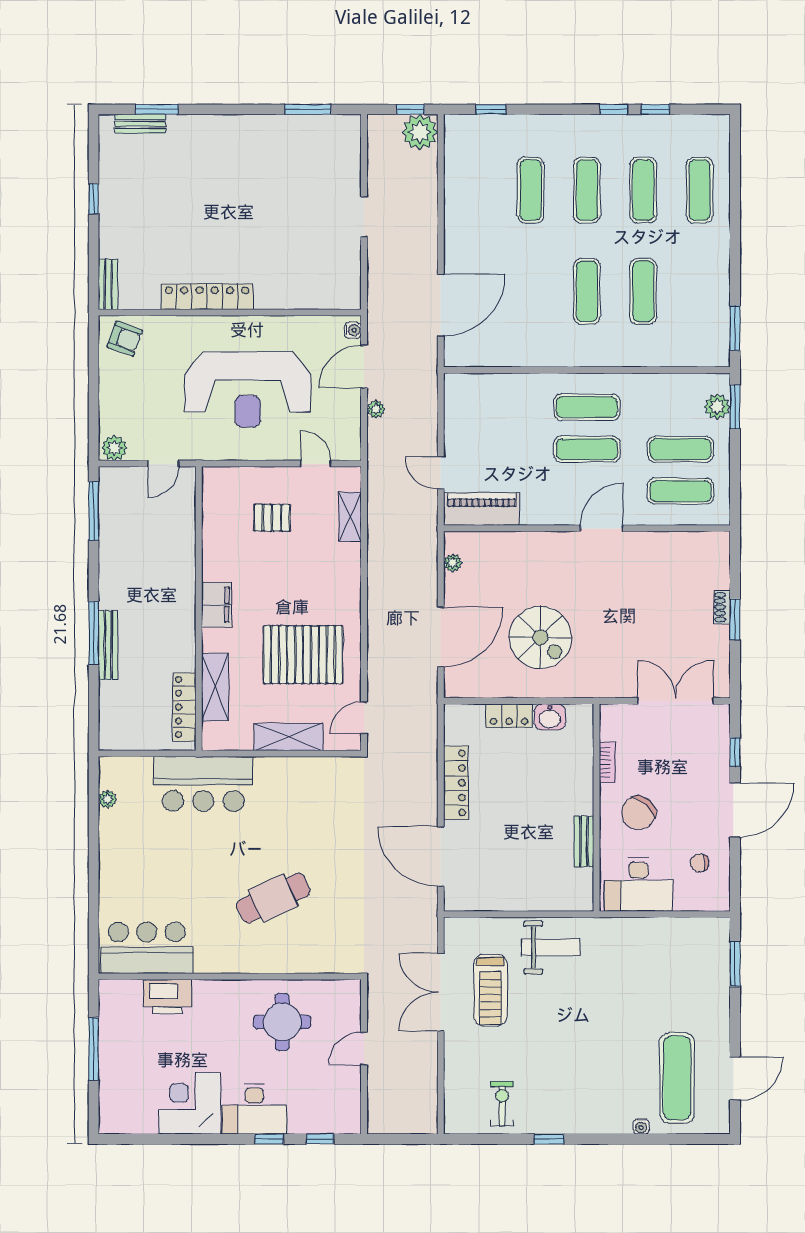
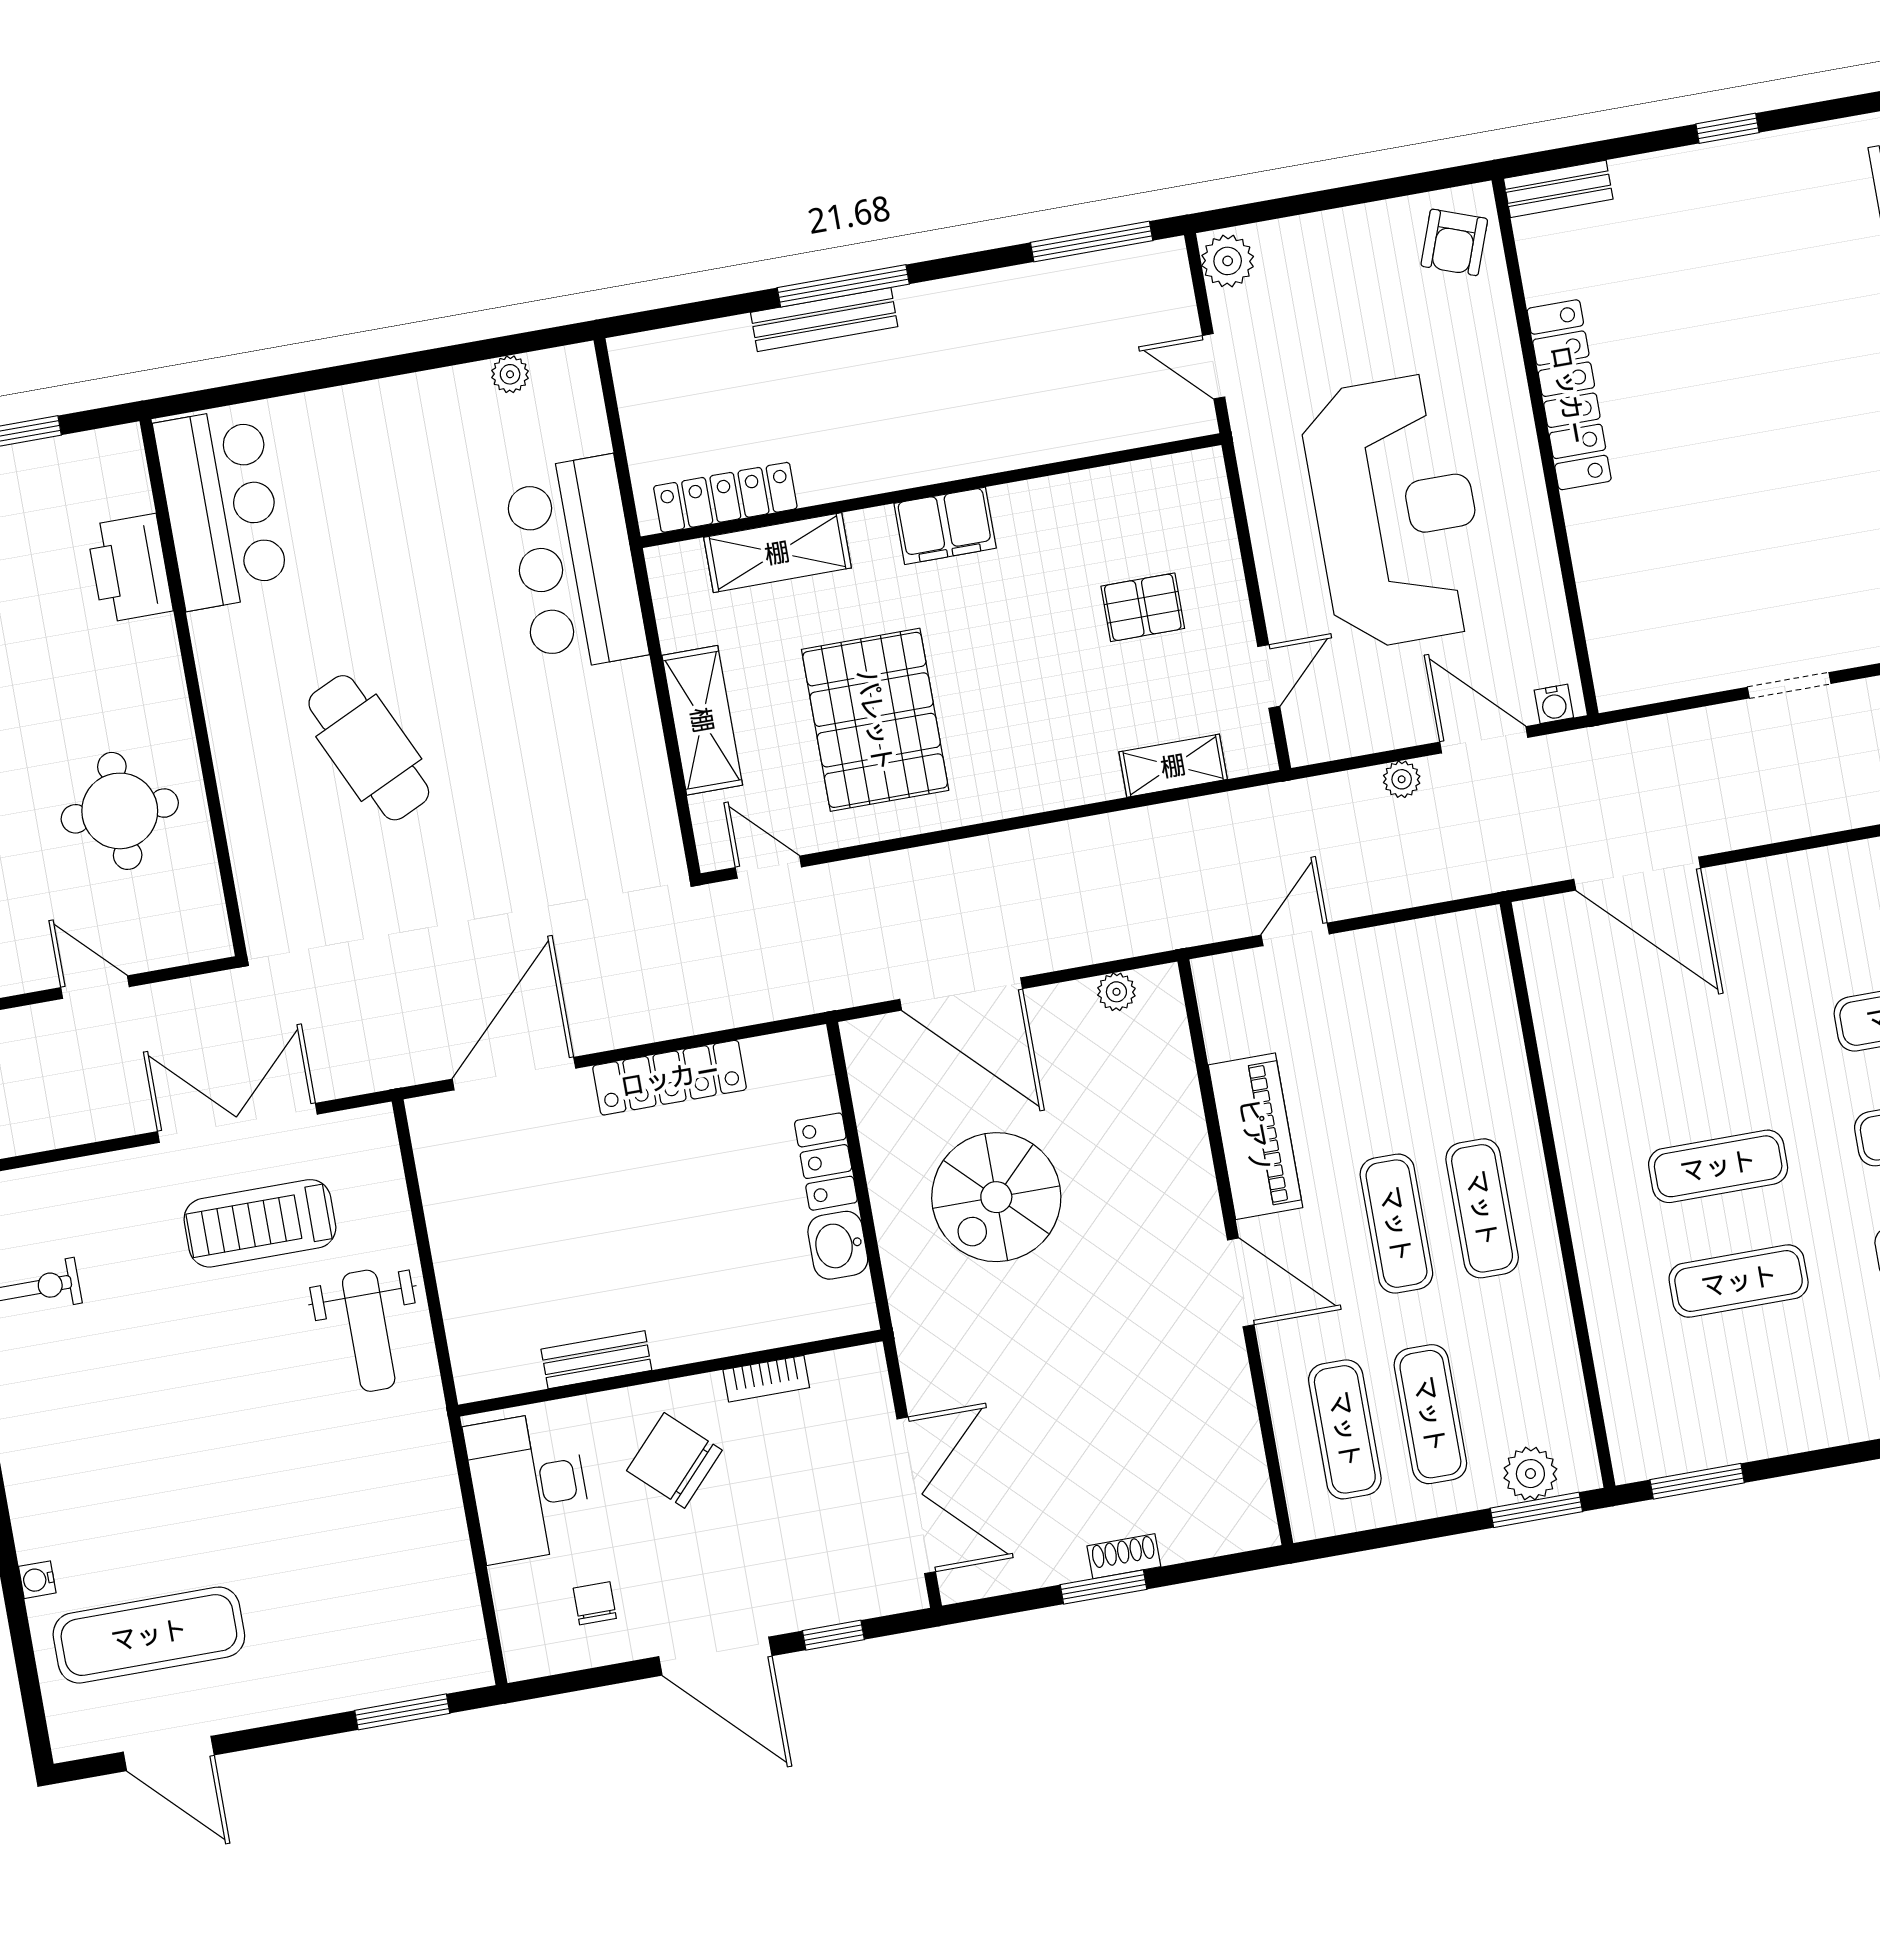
reception desk: (248, 389) -> (1395, 511), turned 180
piano: (482, 509) -> (1255, 1136), moved
pallet: (272, 518) -> (1143, 607), turned 90

